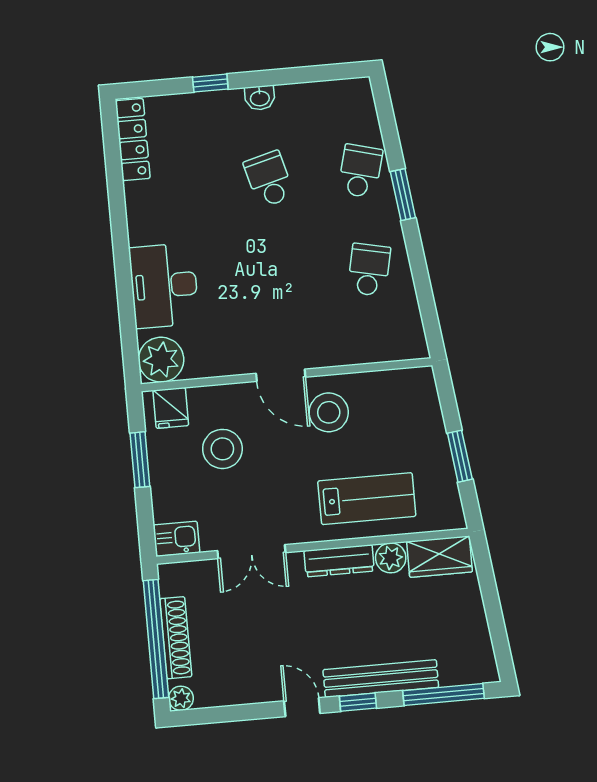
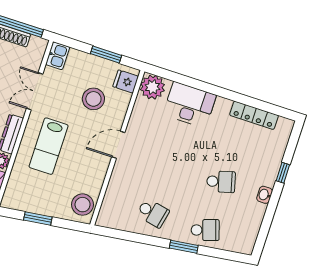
locker: (133, 140) -> (254, 115), moved
school desk: (360, 171) -> (205, 230), turned -33
stool: (329, 412) -> (83, 205), moved
lab bench: (367, 499) -> (49, 146), moved

